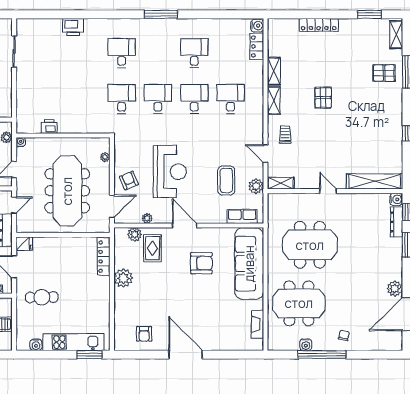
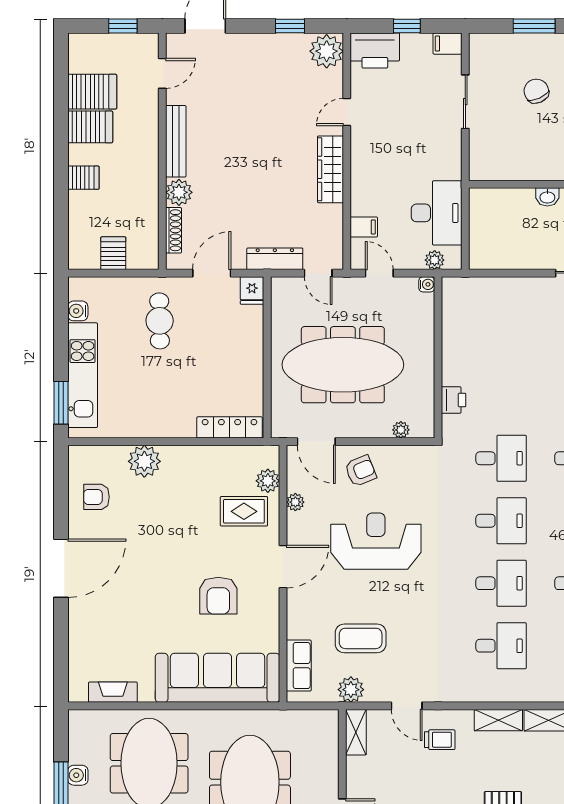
printer: (49, 126) -> (454, 400), moved
door: (266, 154) -> (407, 706), swing flipped
reception desk: (170, 172) -> (376, 541), turned 180
plant: (123, 278) -> (144, 461), moved

